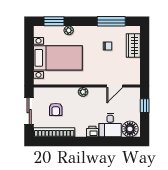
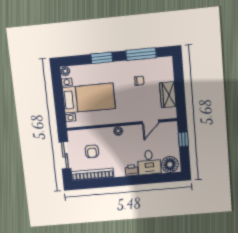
window: (54, 21) -> (102, 58), moved
plant: (69, 30) -> (65, 71), moved
wardrobe: (133, 46) -> (168, 95), moved

